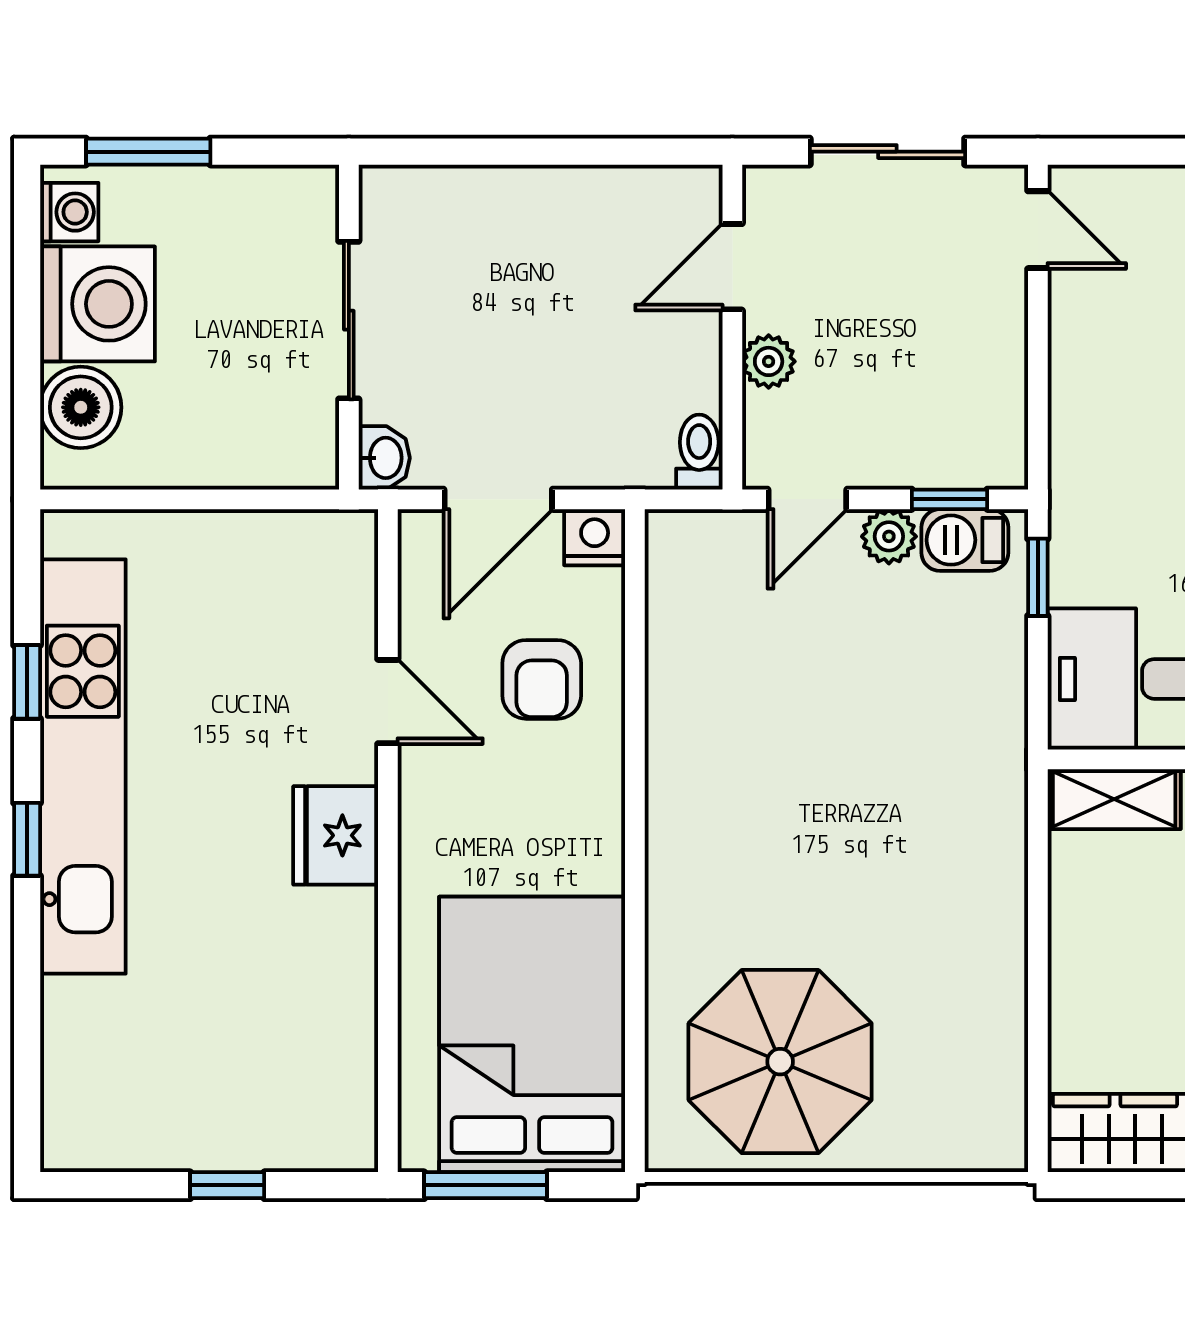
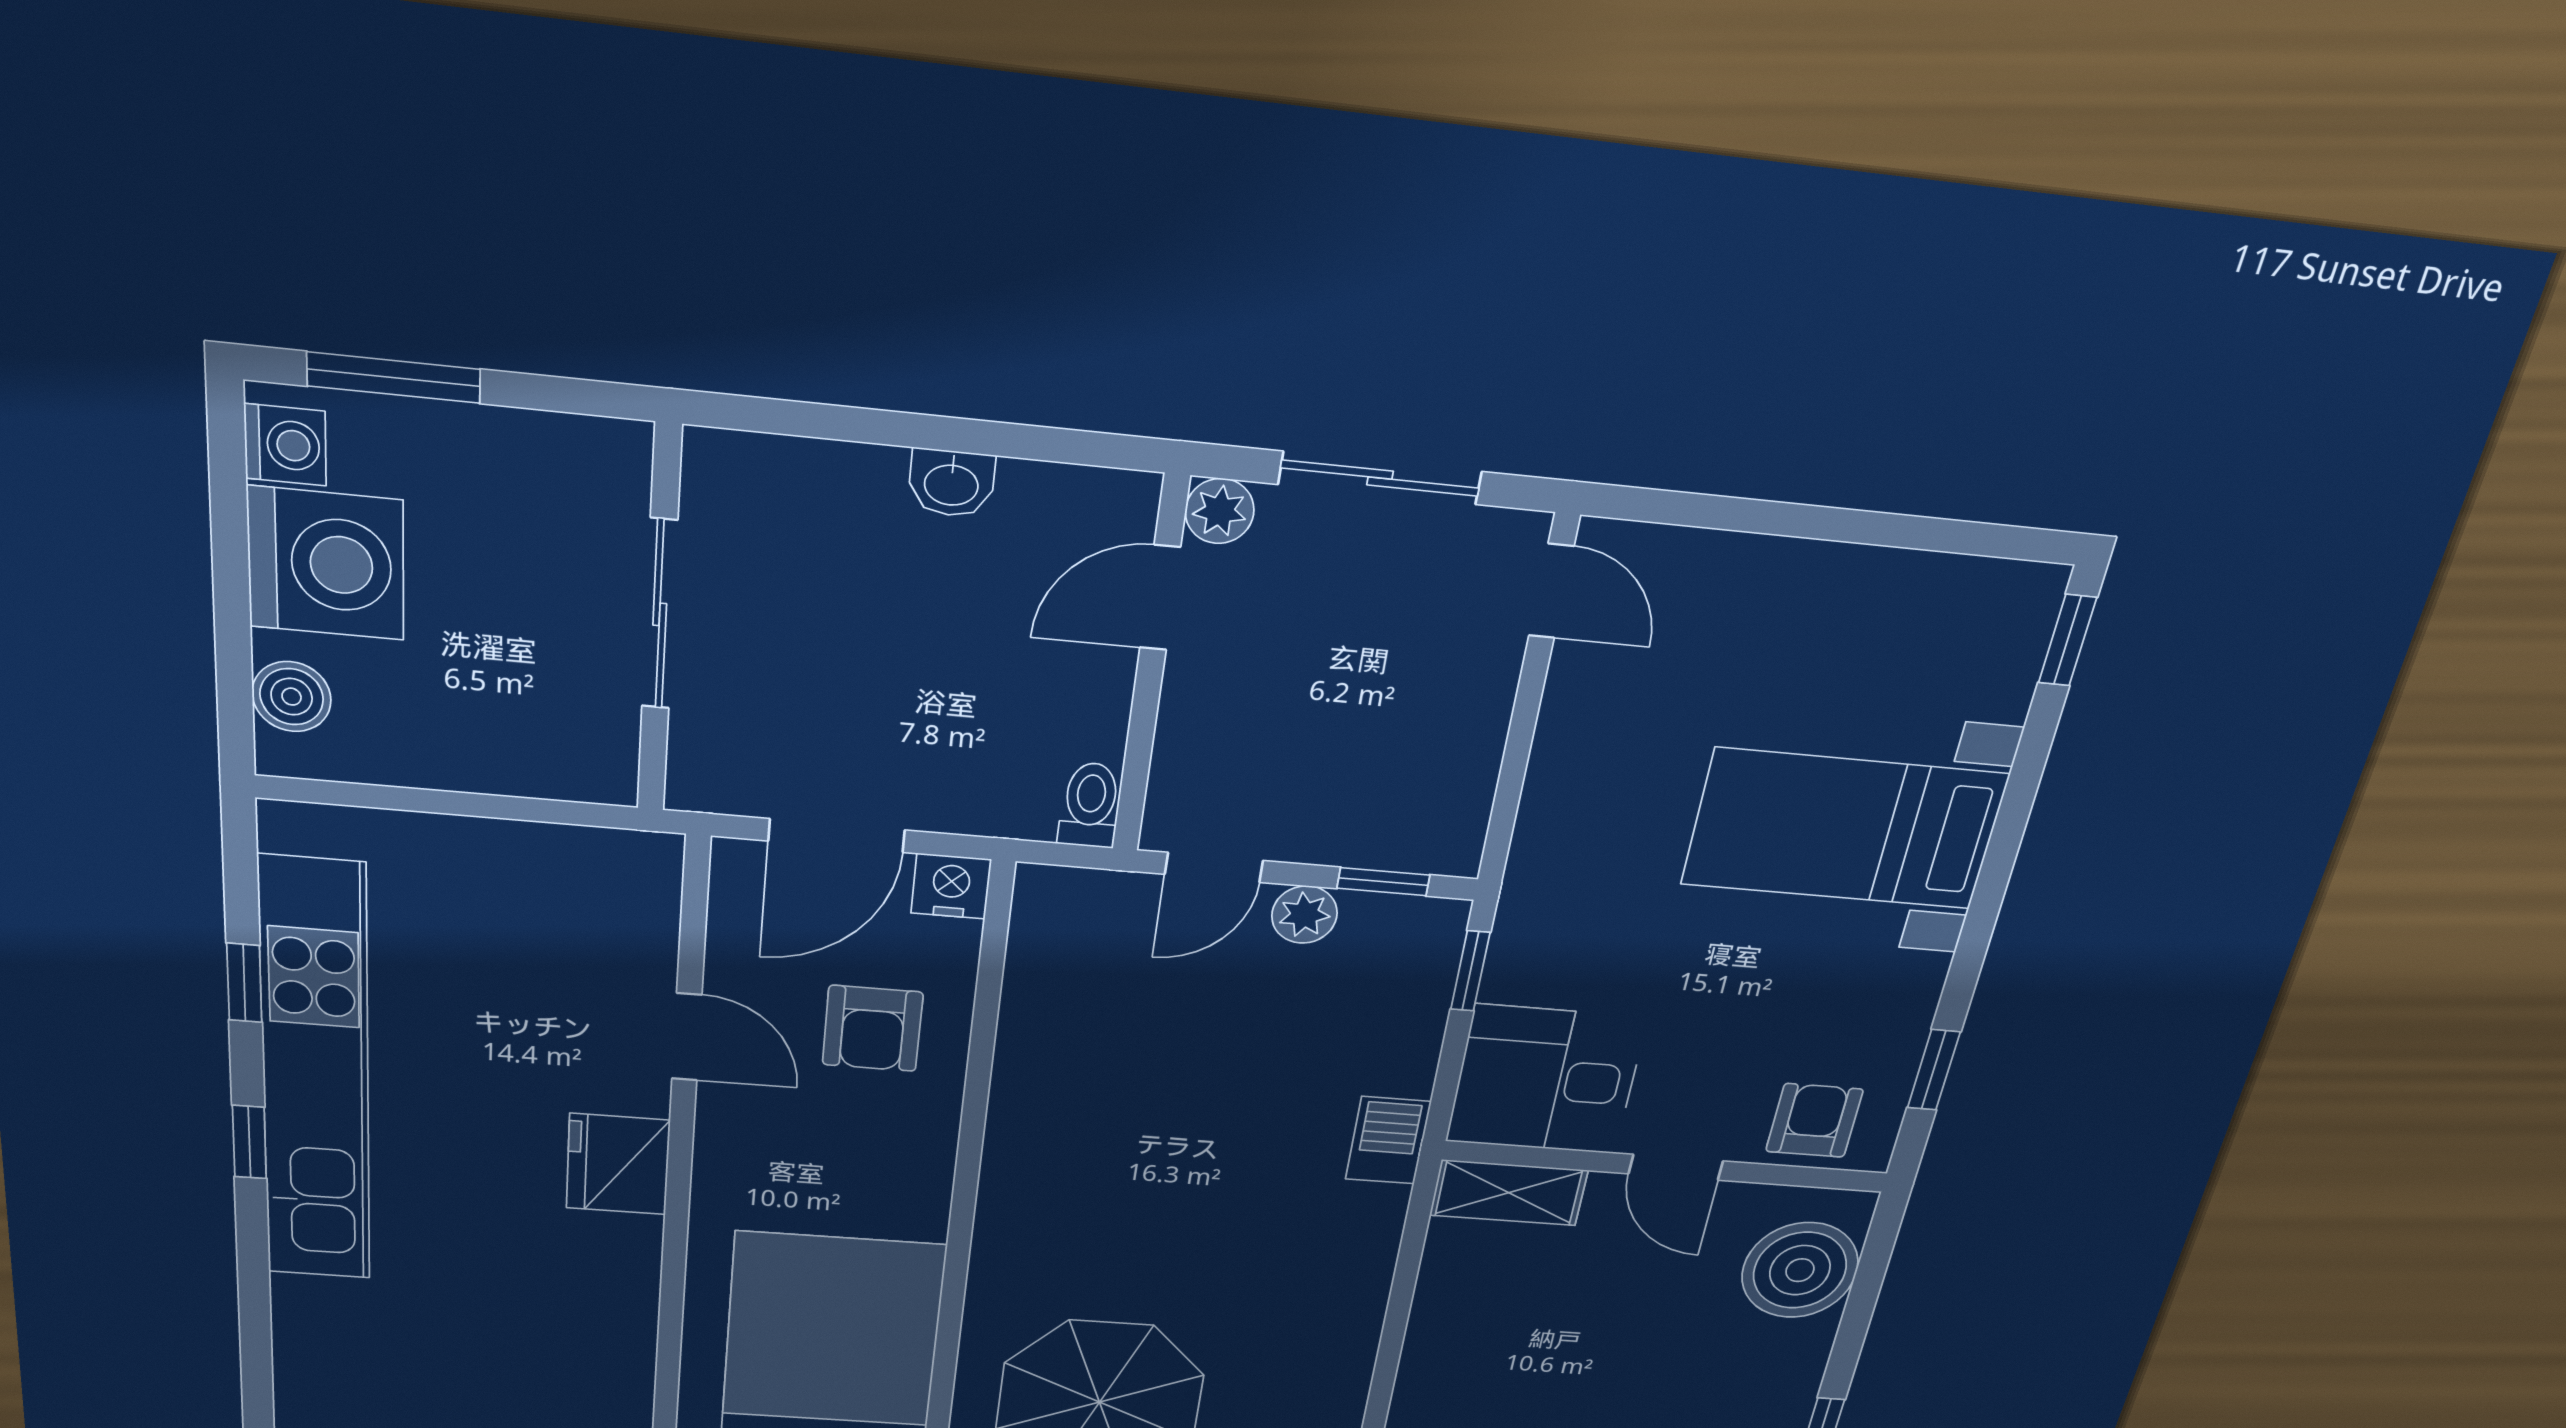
plant: (769, 361) -> (1220, 511), moved
boiler: (81, 407) -> (292, 697), width x0.73, depth x0.73
washbasin: (384, 458) -> (951, 483), moved, turned 90
barbecue: (965, 540) -> (1388, 1140), moved, turned 90

